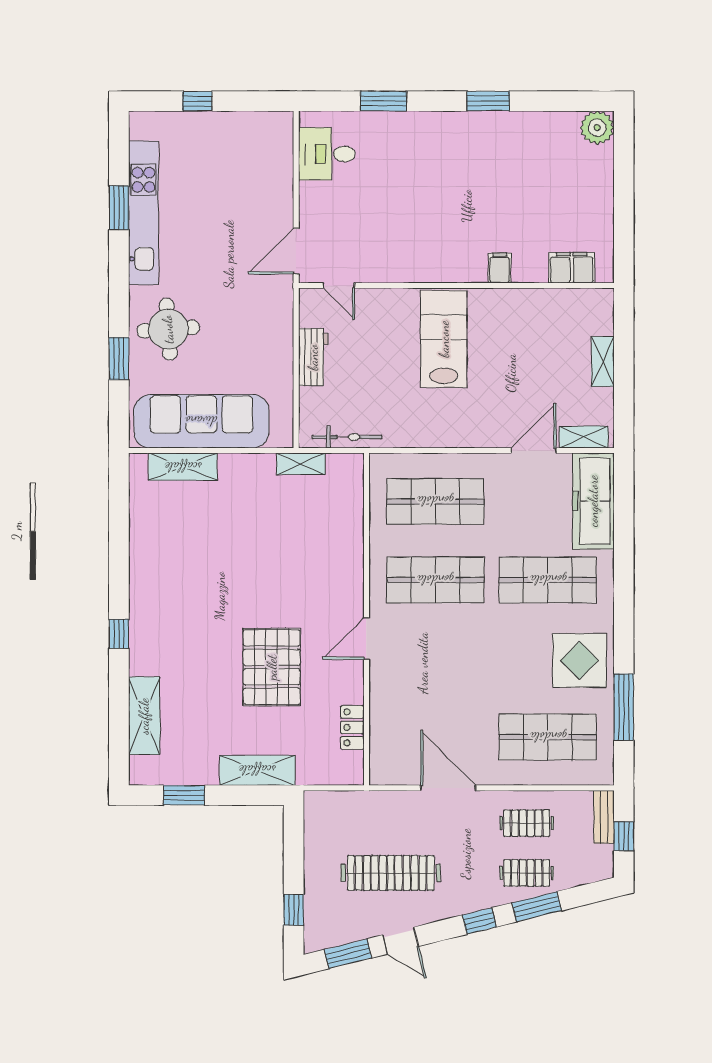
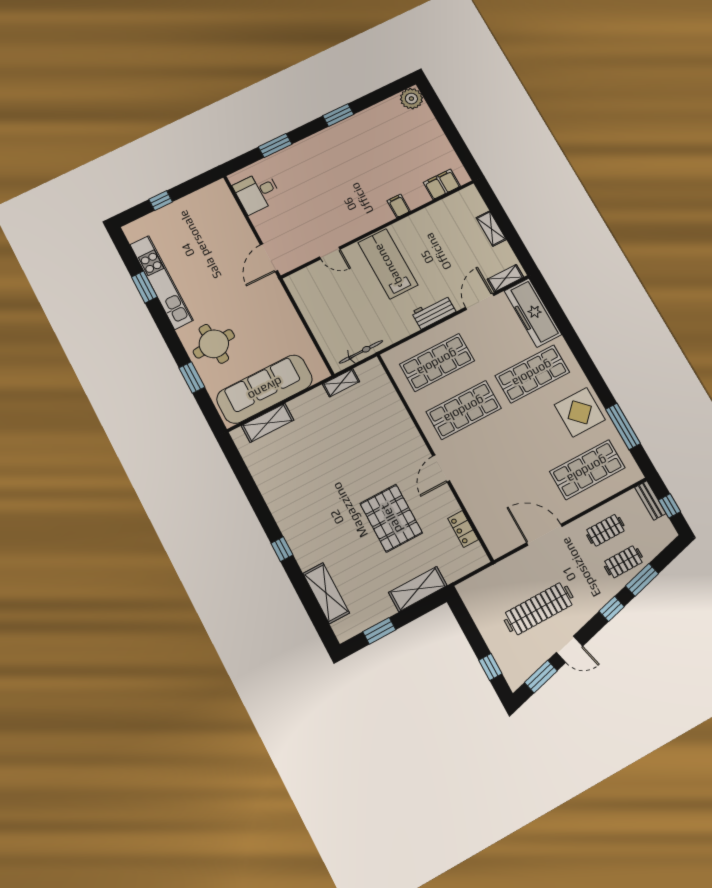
door: (339, 286) -> (330, 253), moved
workbench: (313, 357) -> (434, 312), moved, turned -90

